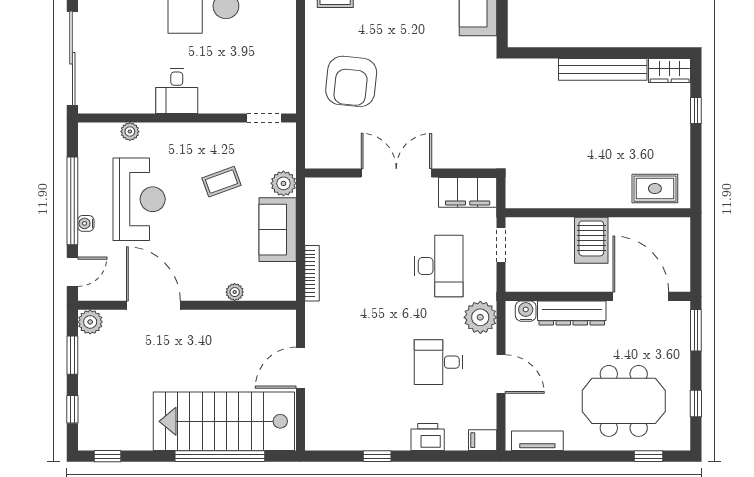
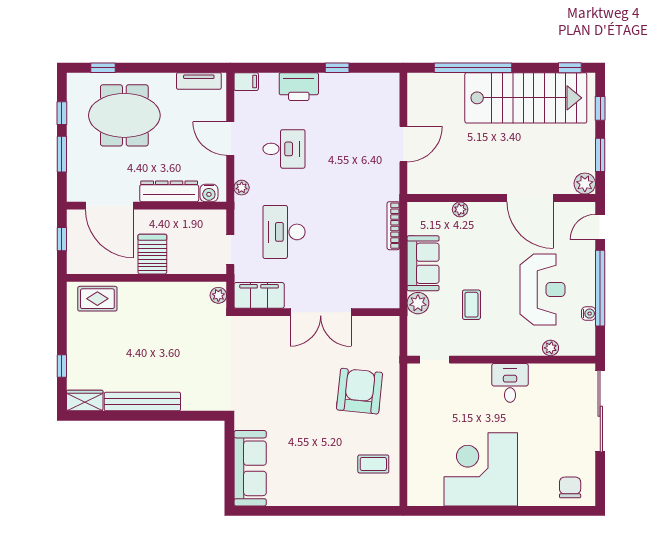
coffee table: (222, 182) -> (471, 305), turned -70
plant: (515, 193) -> (218, 295), added
reception desk: (139, 199) -> (543, 290), turned 180
water cooler: (86, 223) -> (589, 314), moved
window: (696, 258) -> (62, 239), added
plant: (480, 317) -> (242, 188), width x0.53, depth x0.53
window: (696, 330) -> (62, 154), moved
stairs: (224, 421) -> (526, 98), moved
printer: (428, 437) -> (299, 87), width x1.37, depth x1.19

